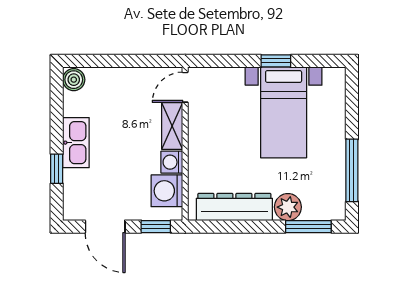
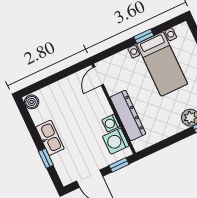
shelving: (172, 126) -> (101, 102), removed
dresser: (234, 207) -> (128, 115), moved, turned 90

